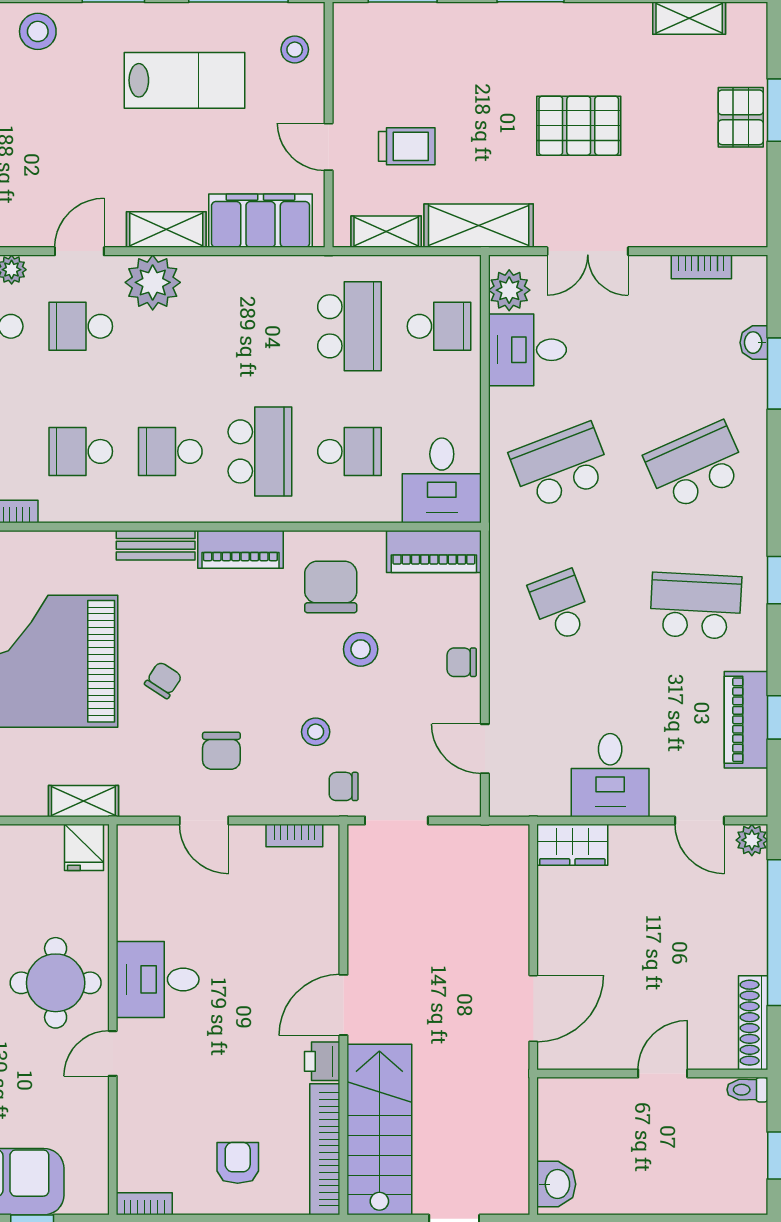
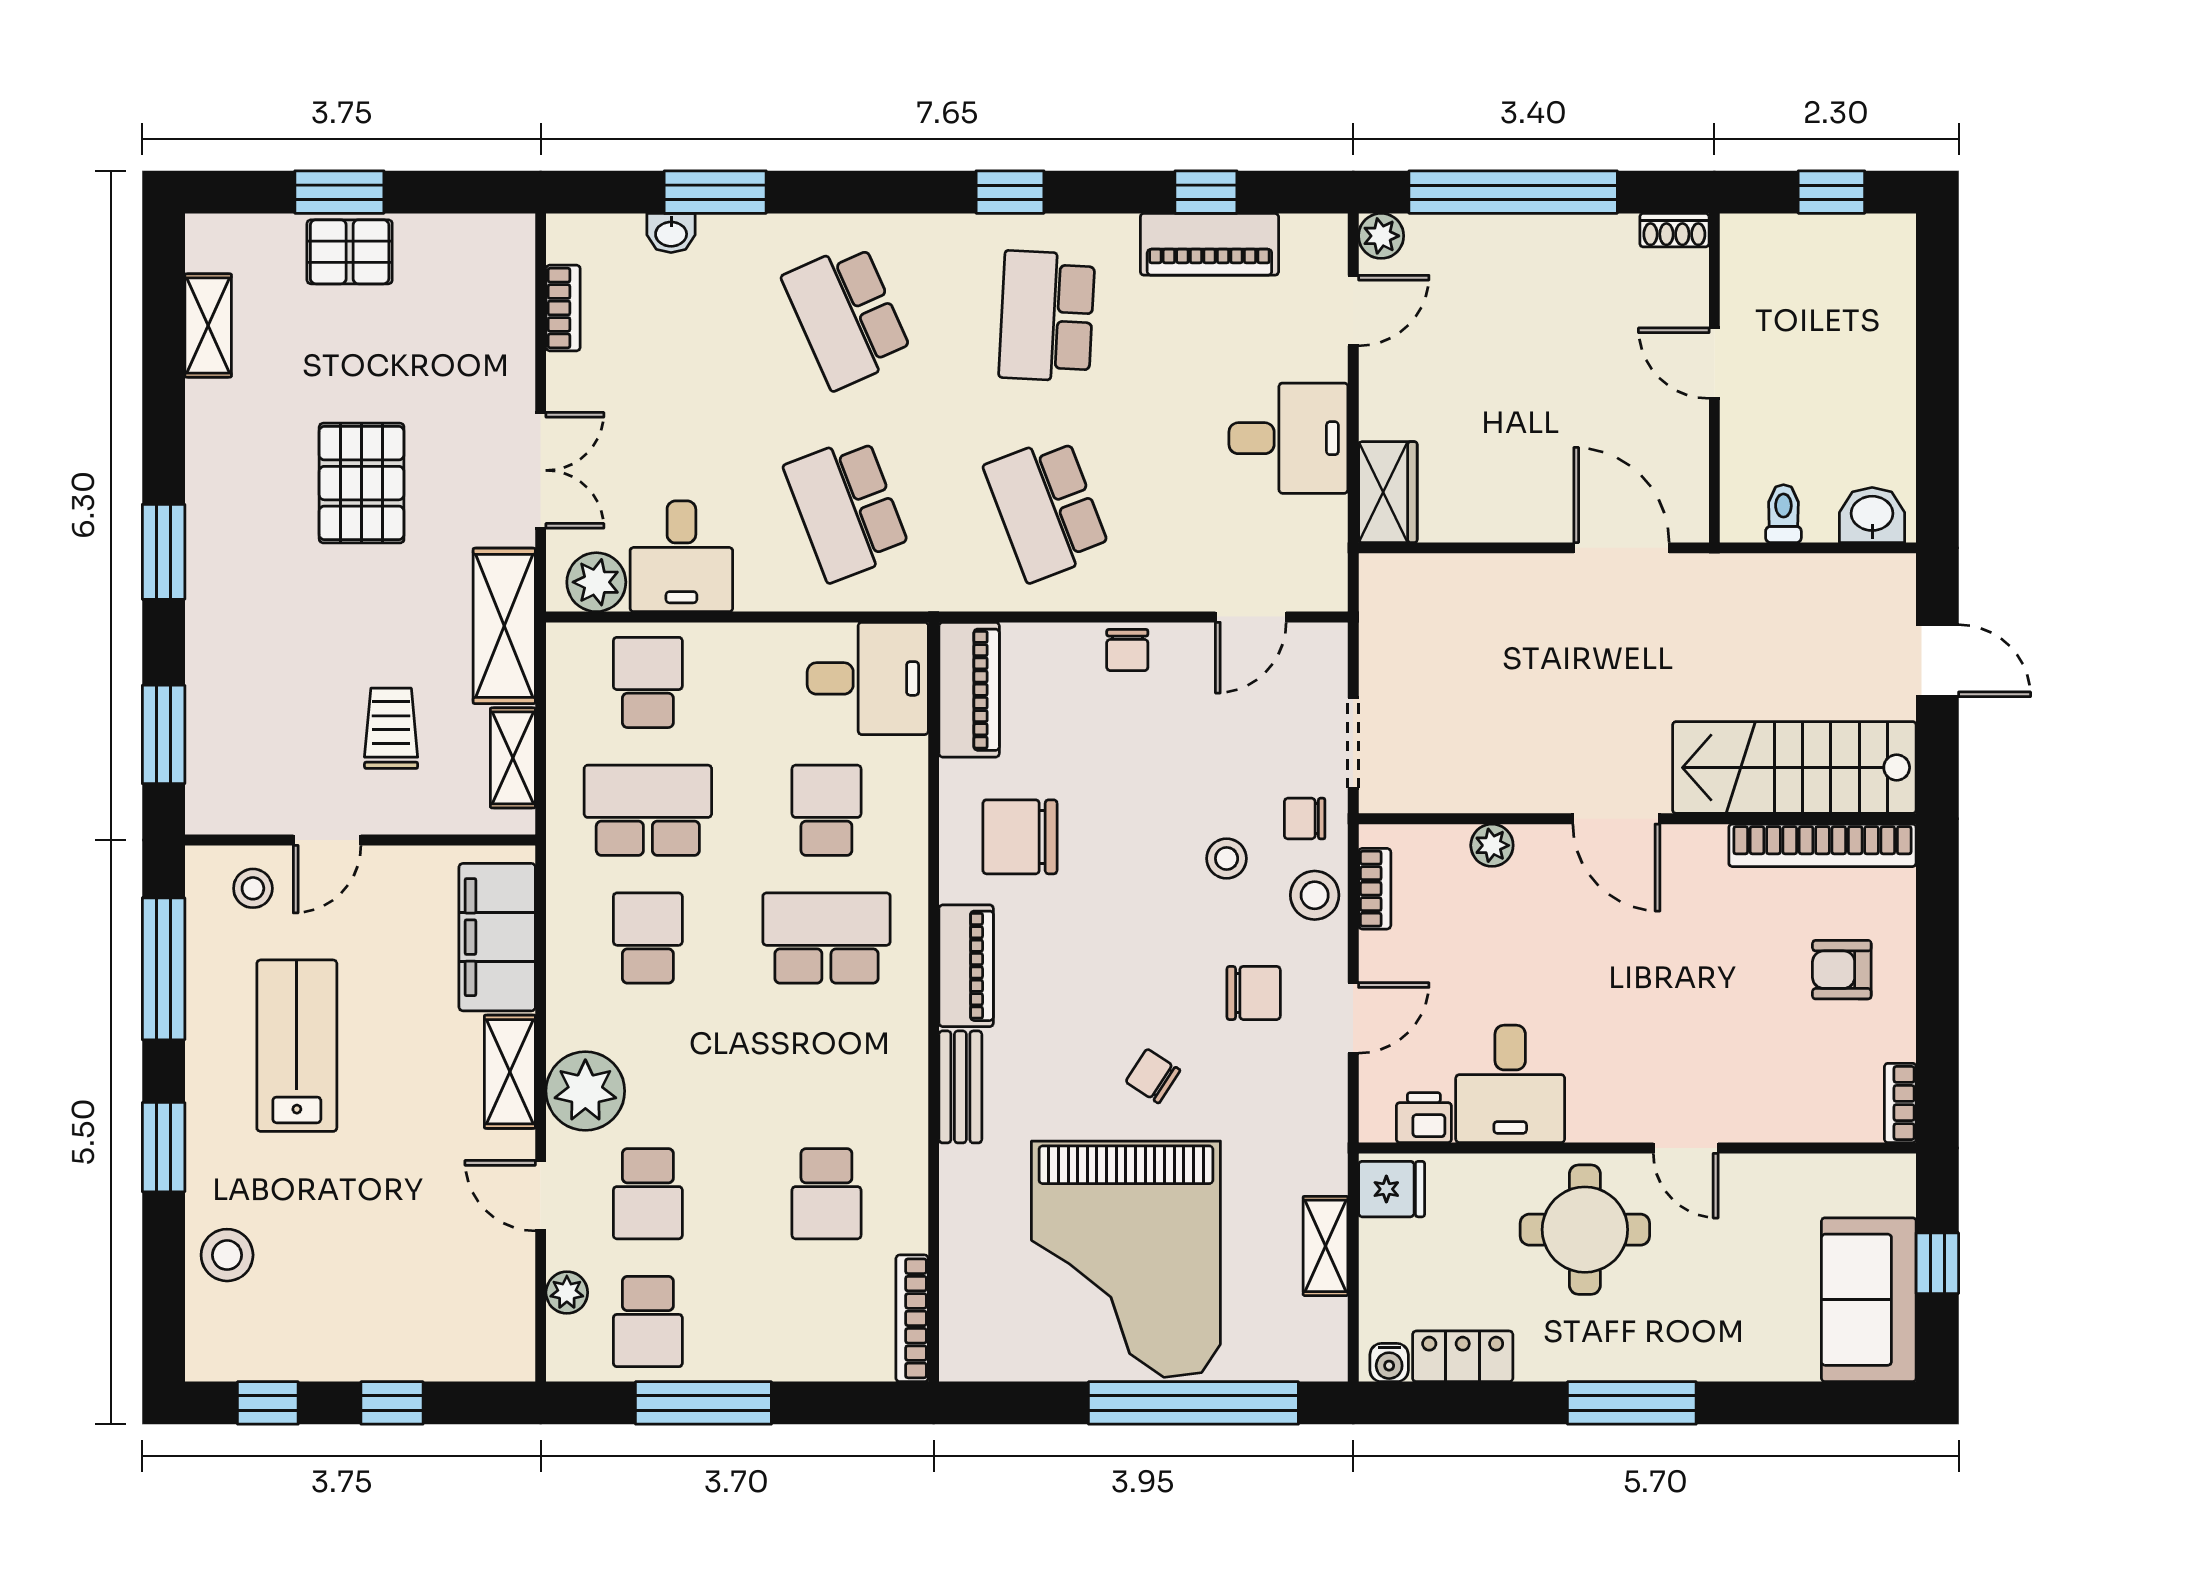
door: (329, 147) -> (327, 840), moved
school desk: (170, 451) -> (648, 938), moved, turned 180
school desk: (561, 606) -> (1047, 509), width x1.85
stool: (361, 649) -> (1315, 895), moved
chair: (344, 786) -> (1305, 819), turned 90
shelving: (83, 801) -> (1326, 1246), moved
plant: (325, 918) -> (1492, 845), added
desk: (158, 979) -> (1510, 1084), moved
shoe rack: (753, 1023) -> (1674, 230), width x0.51, depth x0.81
printer: (322, 1061) -> (1424, 1118), moved, turned 180
toilet: (747, 1090) -> (1783, 514), moved, turned 180

